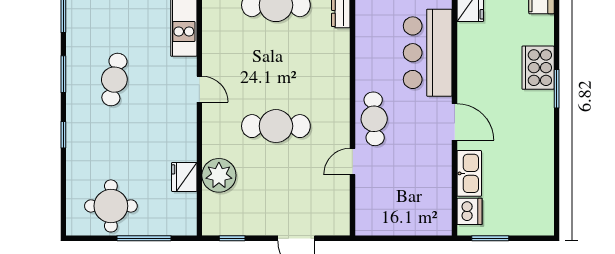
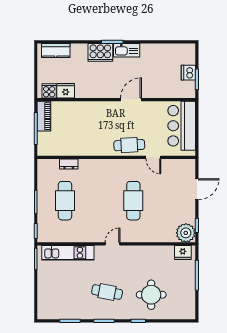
bar counter: (428, 53) -> (182, 126), moved, turned 90
kitchen sink: (469, 173) -> (127, 50), moved, turned 180
plant: (219, 175) -> (186, 233), moved
fridge: (184, 177) -> (183, 252), moved
round table: (111, 206) -> (151, 295), moved
dishwasher: (470, 211) -> (188, 73), moved, turned -90

